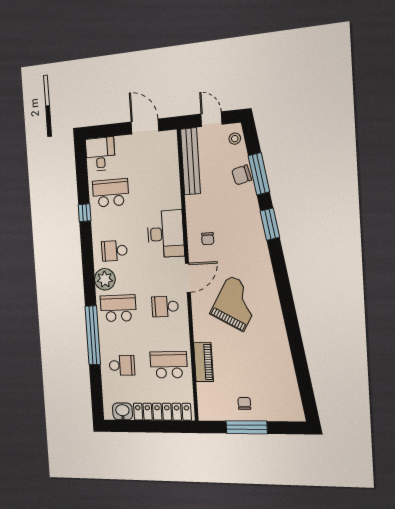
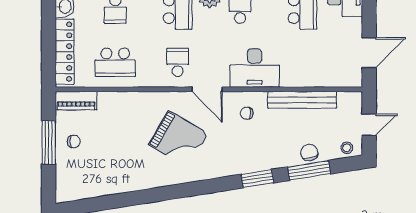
bench: (191, 161) -> (302, 100), moved
piano: (203, 362) -> (76, 101), moved
school desk: (169, 365) -> (115, 62), turned 90

